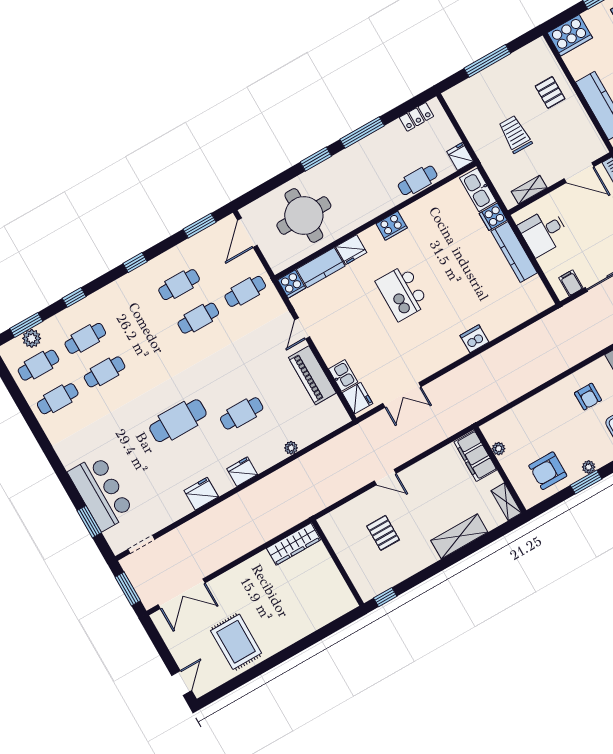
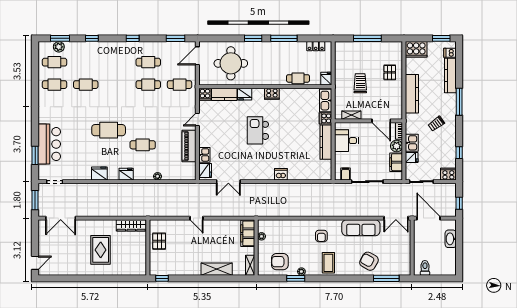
cafe table: (85, 338) -> (86, 62), removed
pallet: (383, 533) -> (159, 241), moved
rug: (236, 642) -> (101, 250), moved

